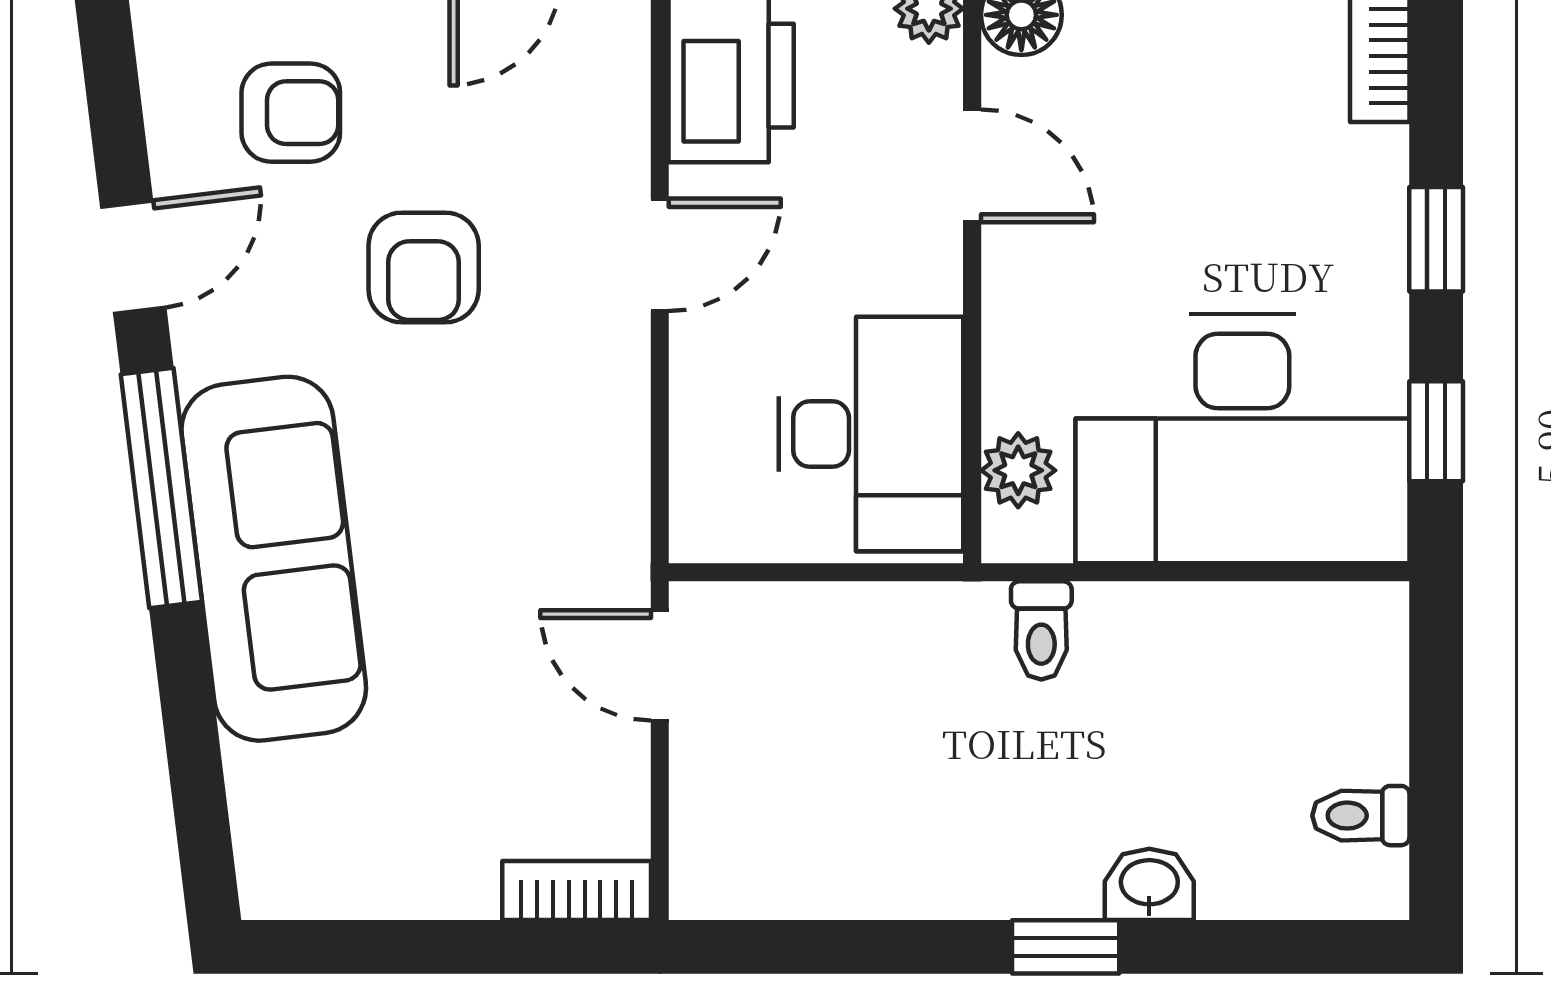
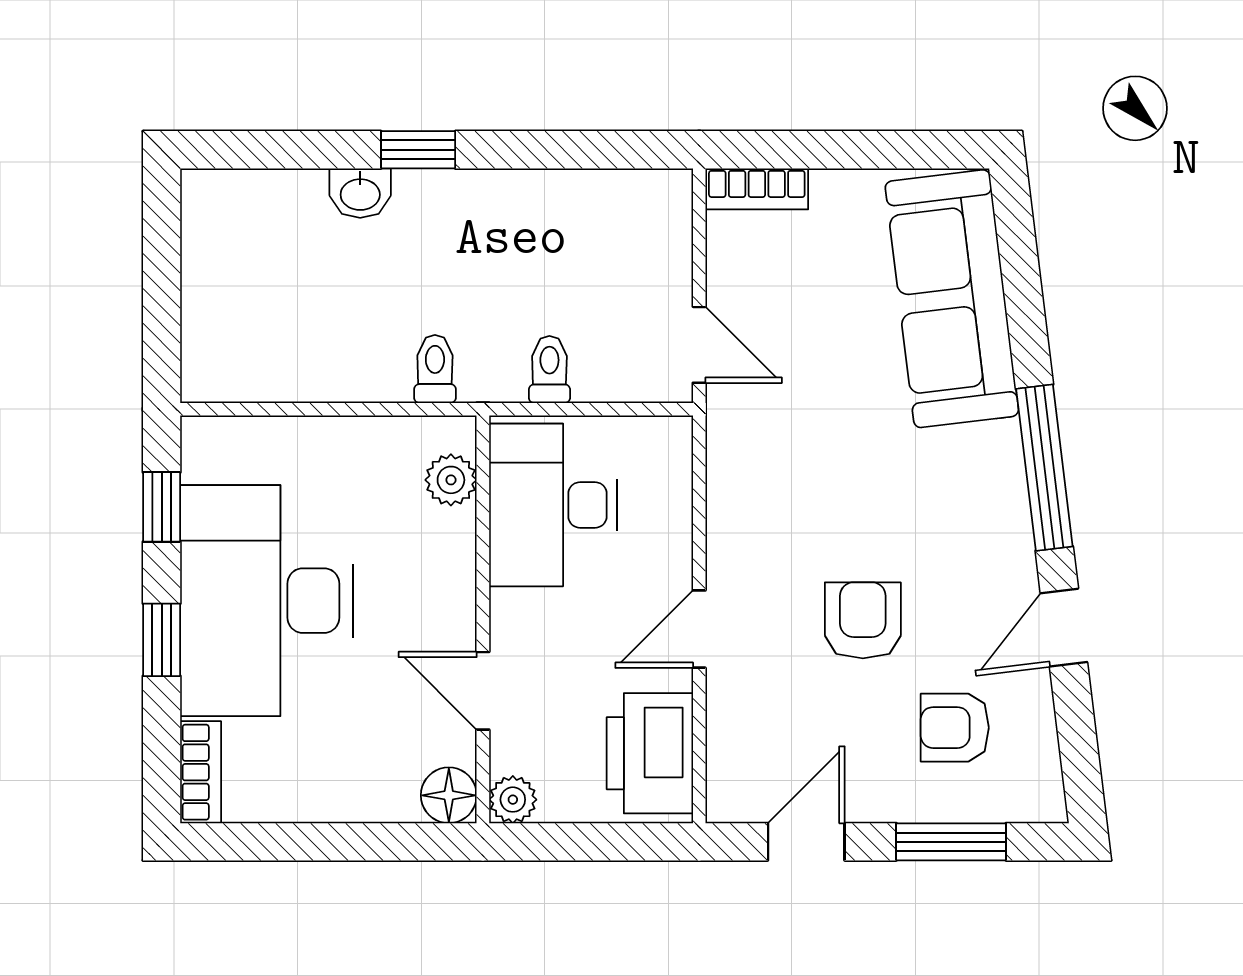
desk: (1242, 438) -> (267, 601), moved, turned -90
sofa: (274, 559) -> (952, 299), moved
toilet: (1361, 816) -> (549, 369), moved, turned -90

